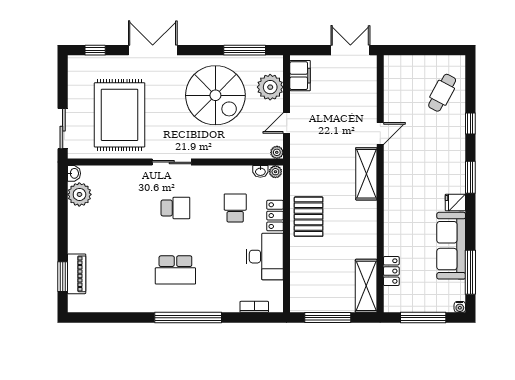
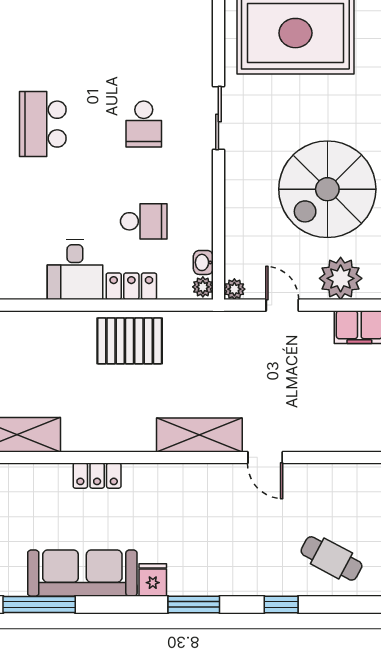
desk: (265, 257) -> (75, 270), width x0.73
locker: (391, 271) -> (97, 476), moved

